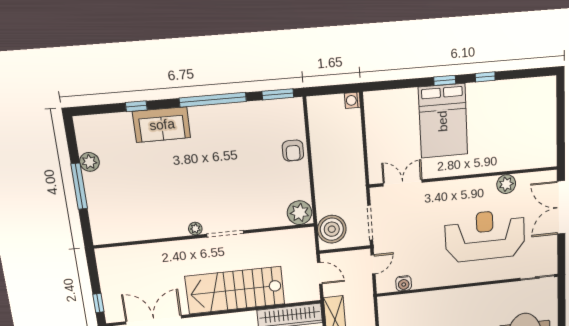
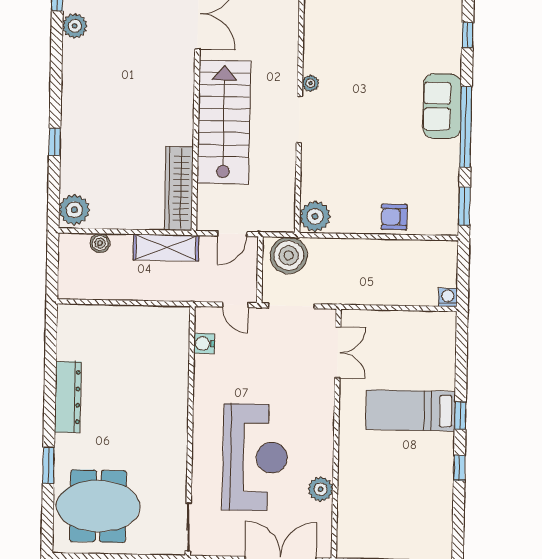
bed: (443, 121) -> (411, 410), width x0.67
sofa: (162, 125) -> (442, 106), moved

